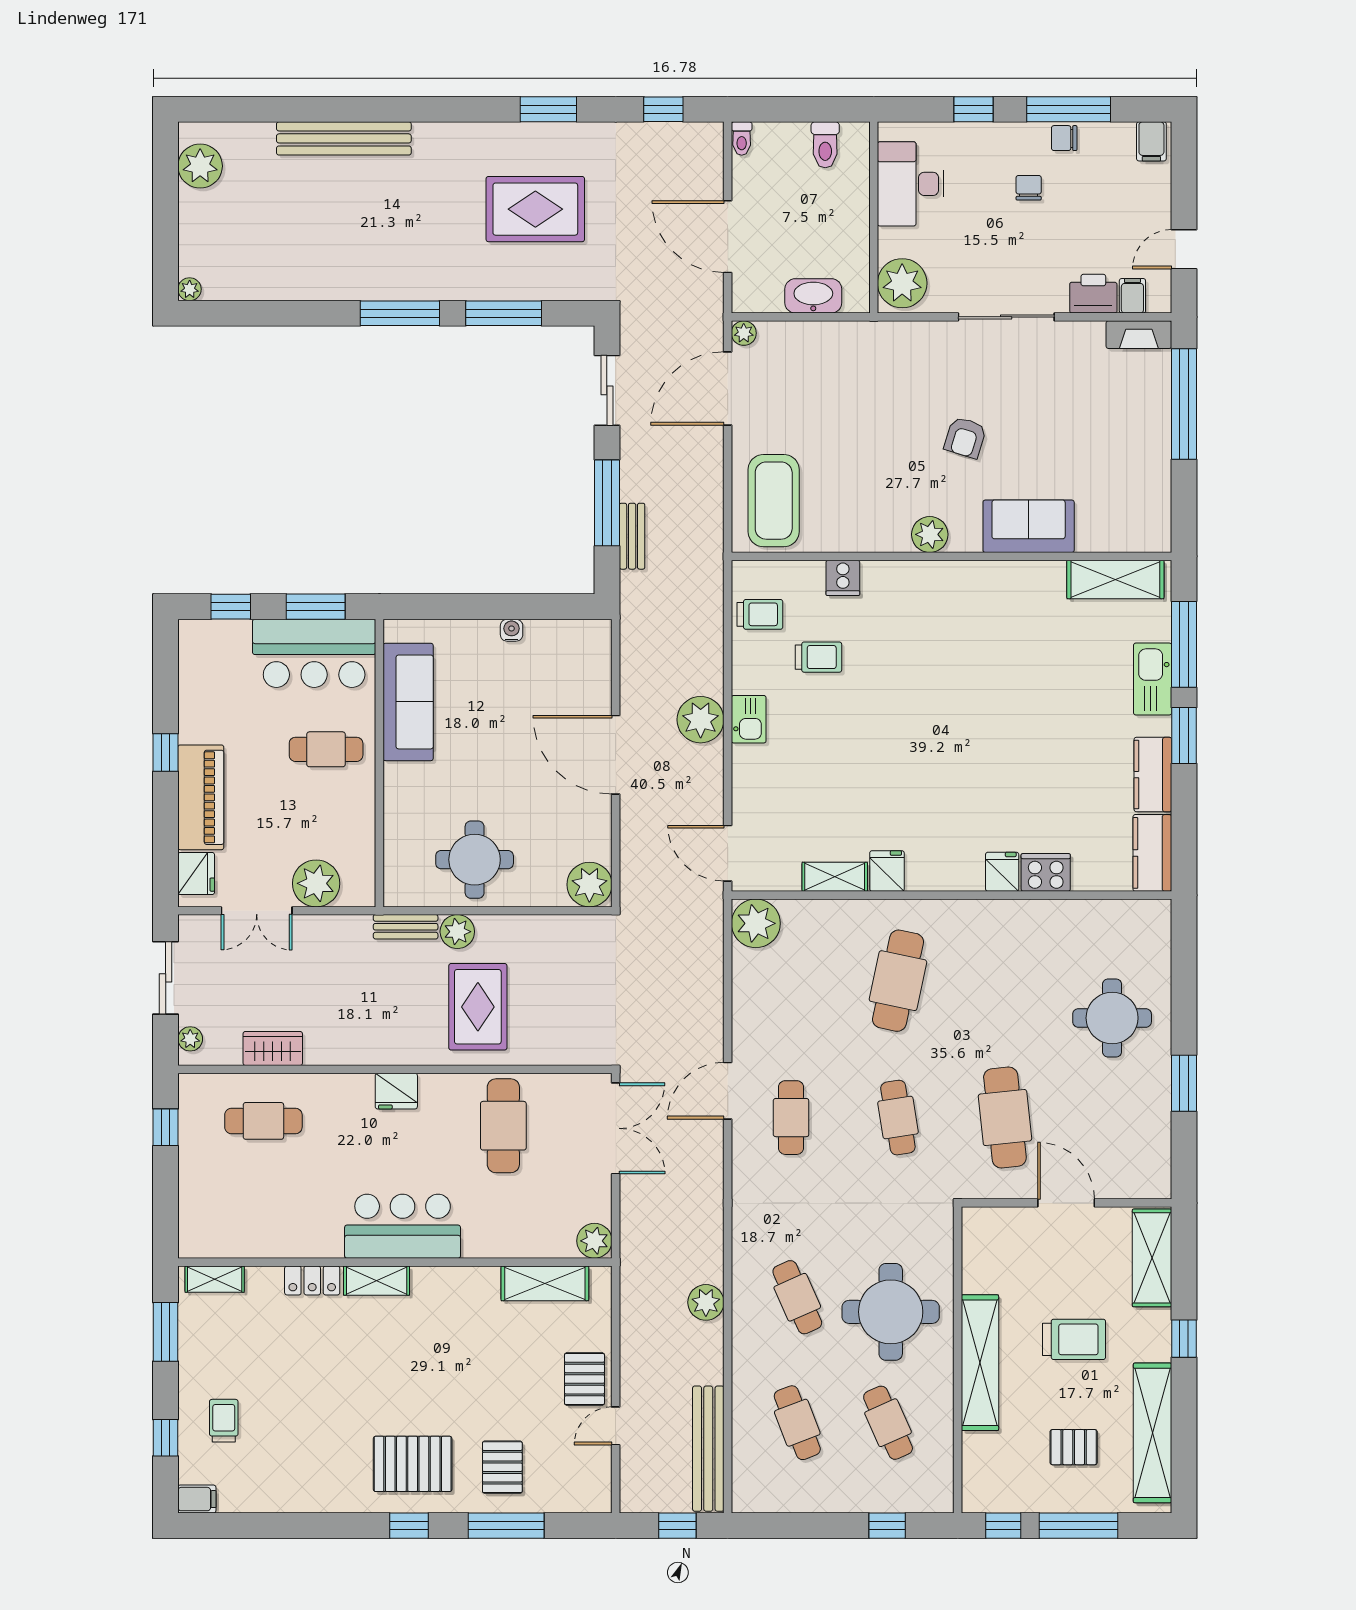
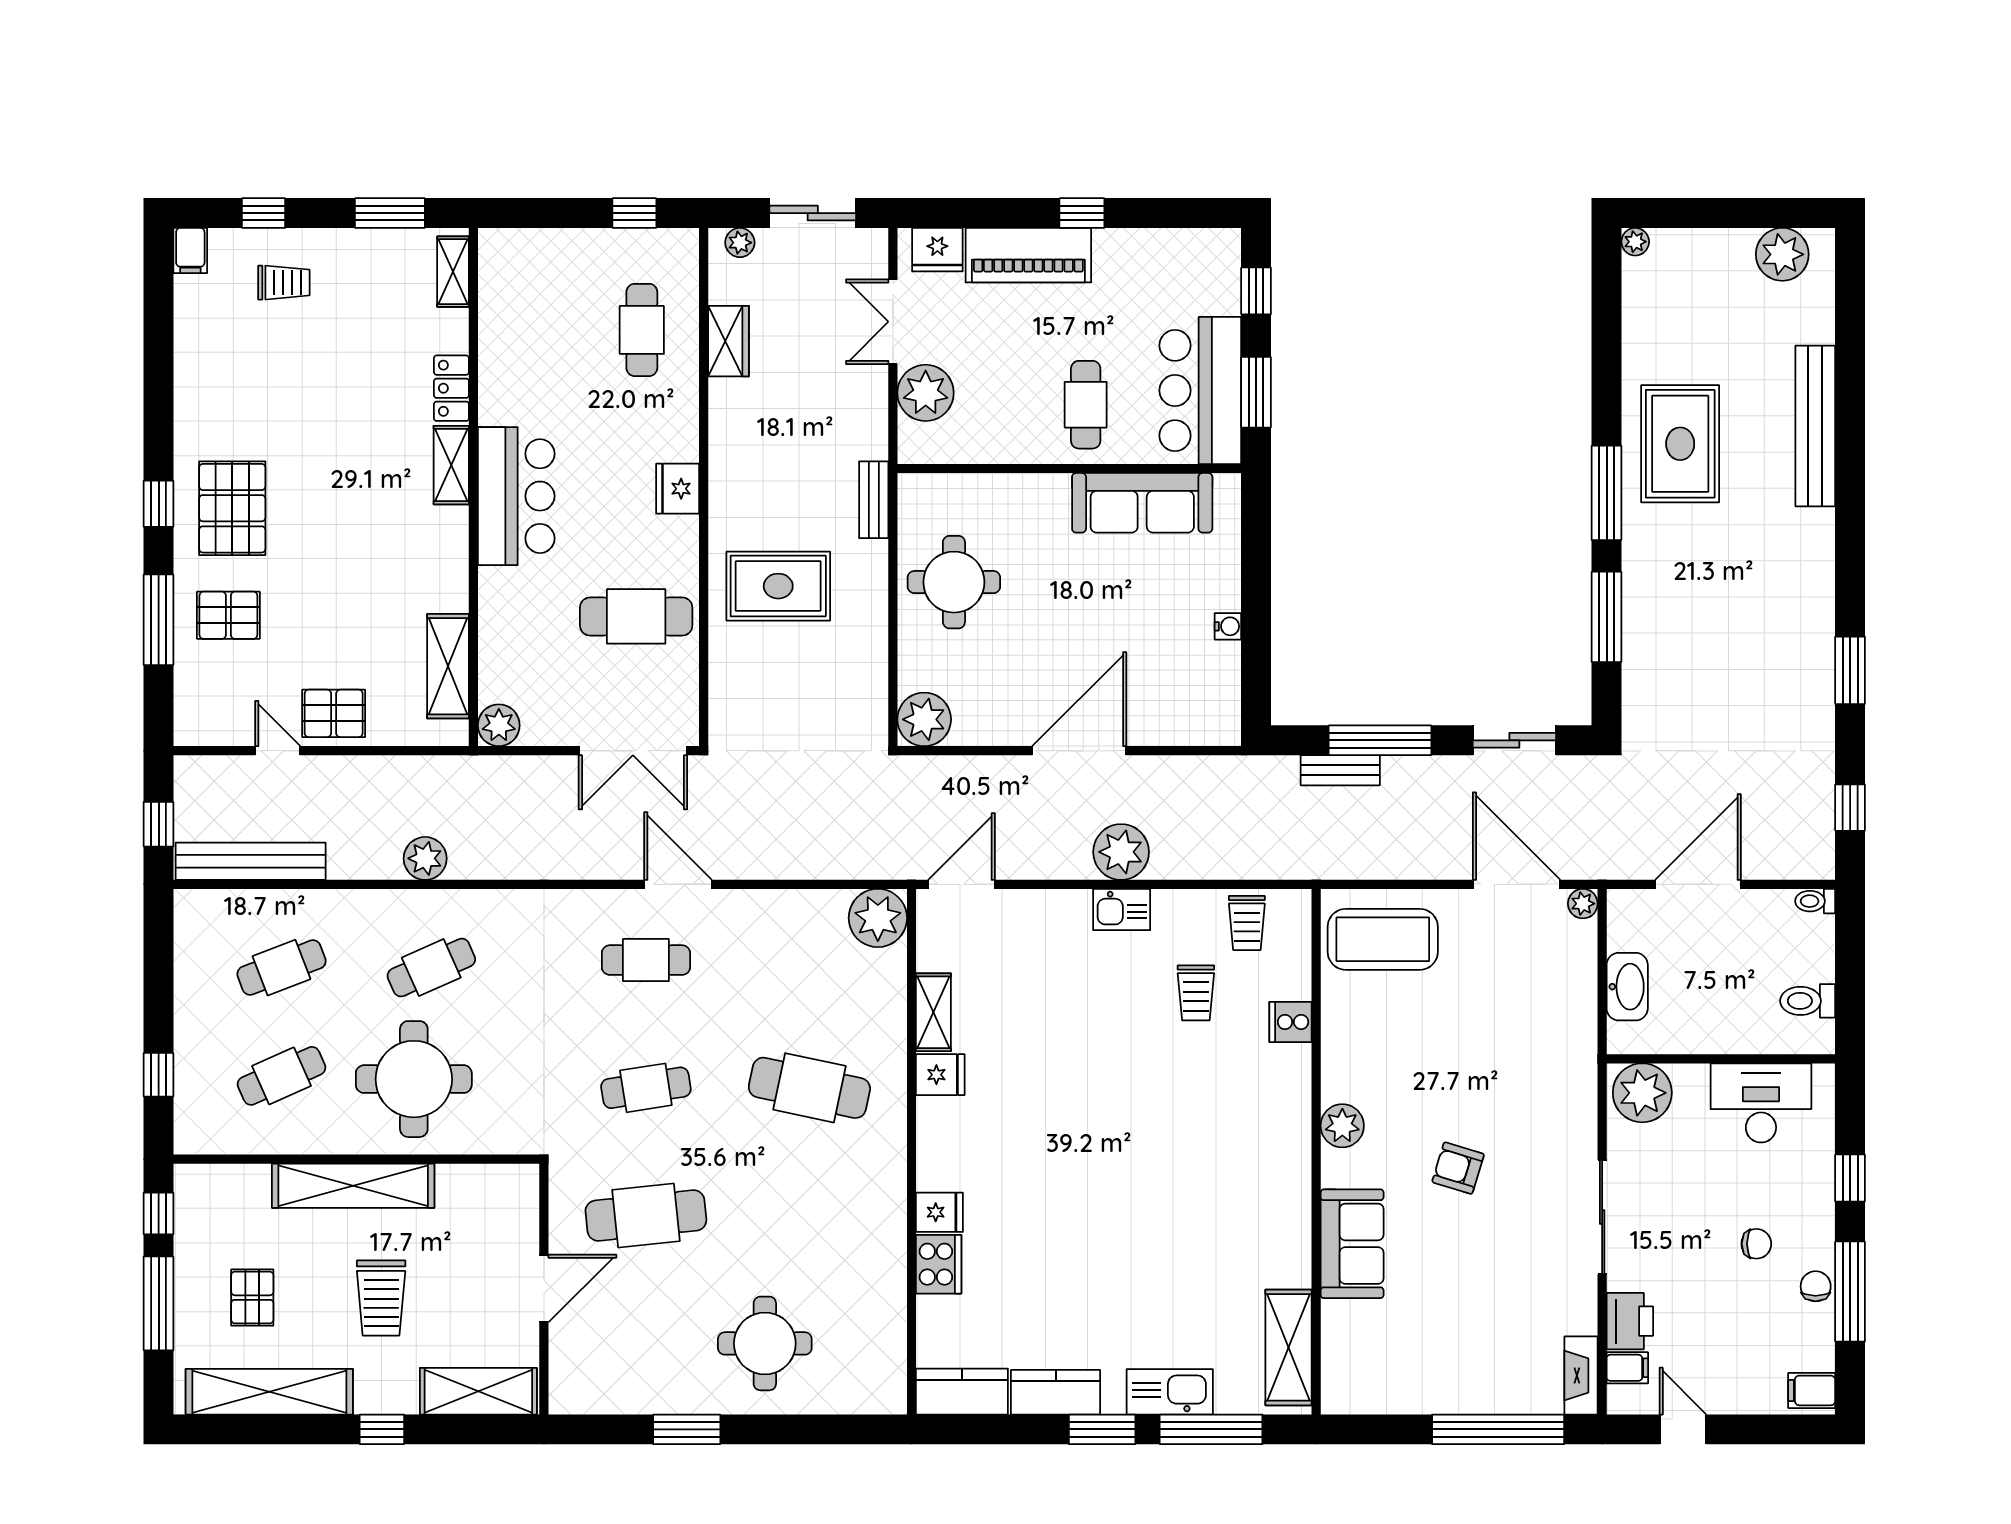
rug: (535, 209) -> (1680, 444), moved
plant: (457, 932) -> (868, 562), removed

